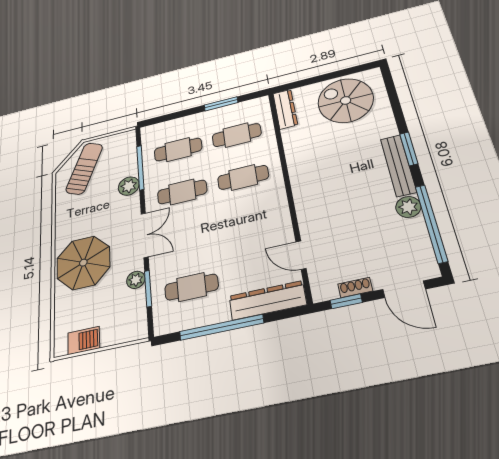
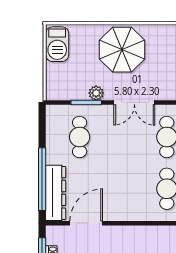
door: (301, 255) -> (86, 223), width x1.38
window: (221, 327) -> (42, 179), moved
barbecue: (84, 340) -> (57, 44), width x1.38, depth x1.27

